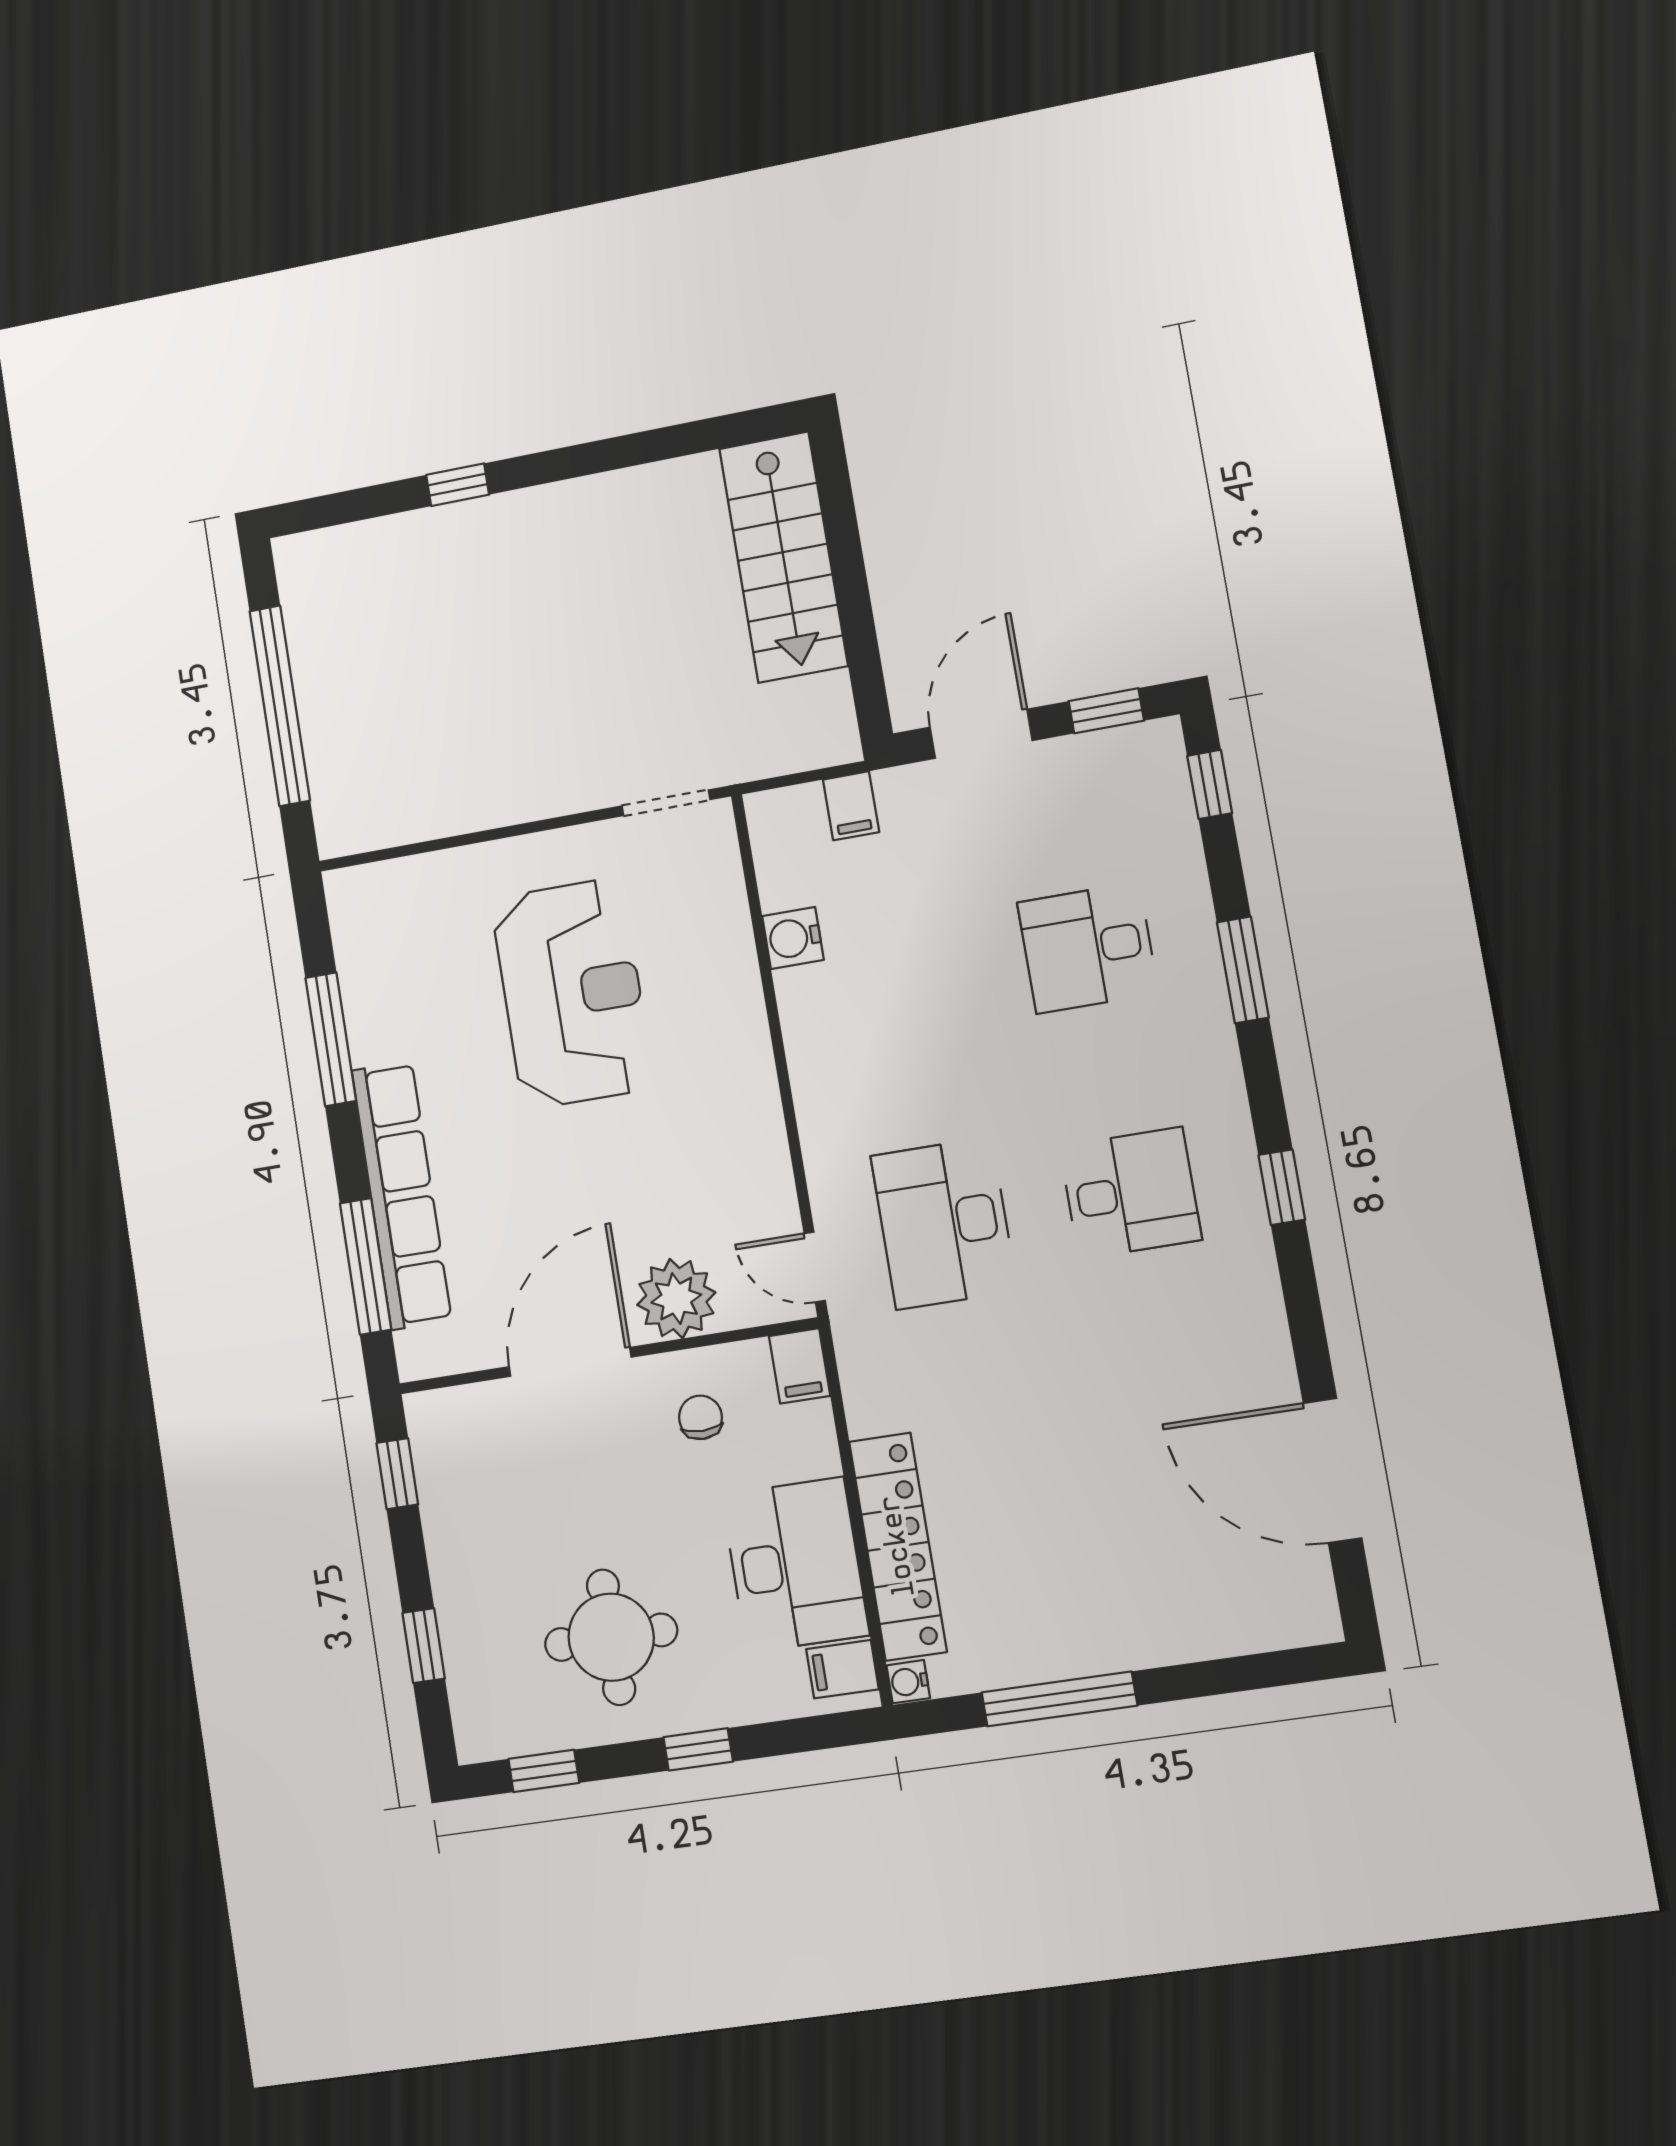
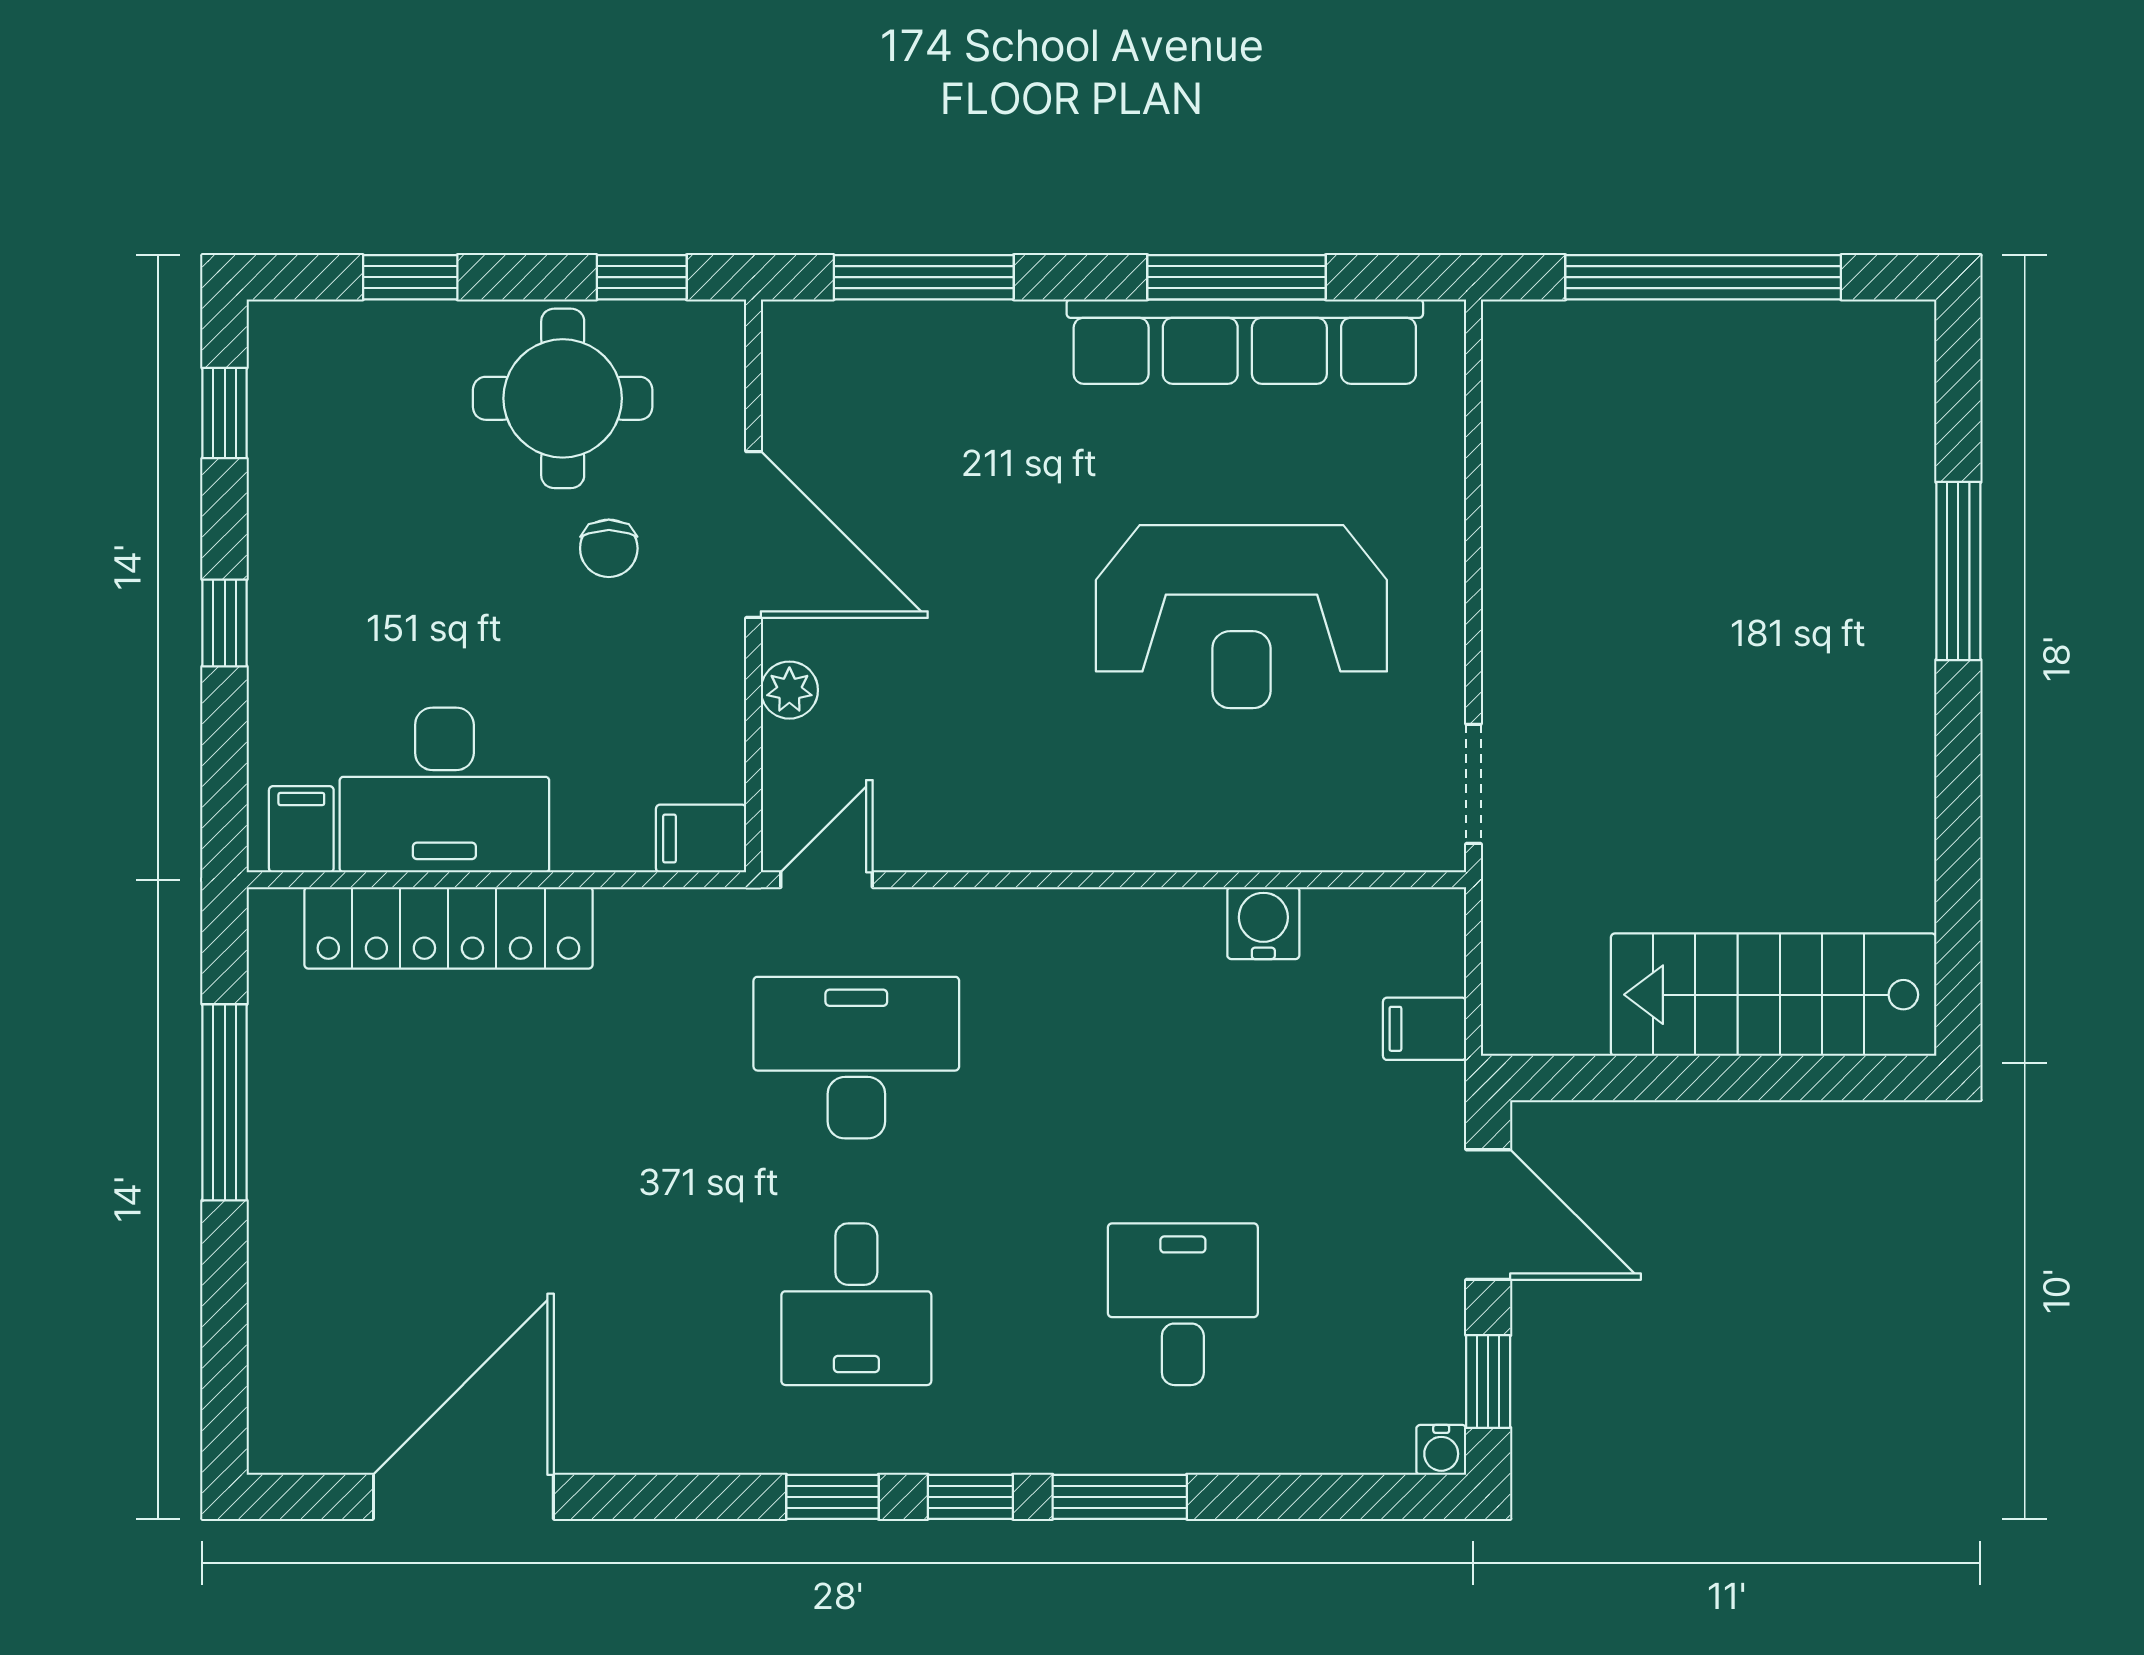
window: (458, 485) -> (1958, 571), width x2.17
window: (1210, 784) -> (970, 1497), moved
row of seats: (402, 1195) -> (1245, 342), moved
plant: (676, 1299) -> (789, 690), width x0.53, depth x0.53
chair: (700, 1417) -> (609, 548), moved, turned 90
round table: (611, 1637) -> (563, 398), moved
water cooler: (908, 1682) -> (1441, 1450), moved, turned 180

